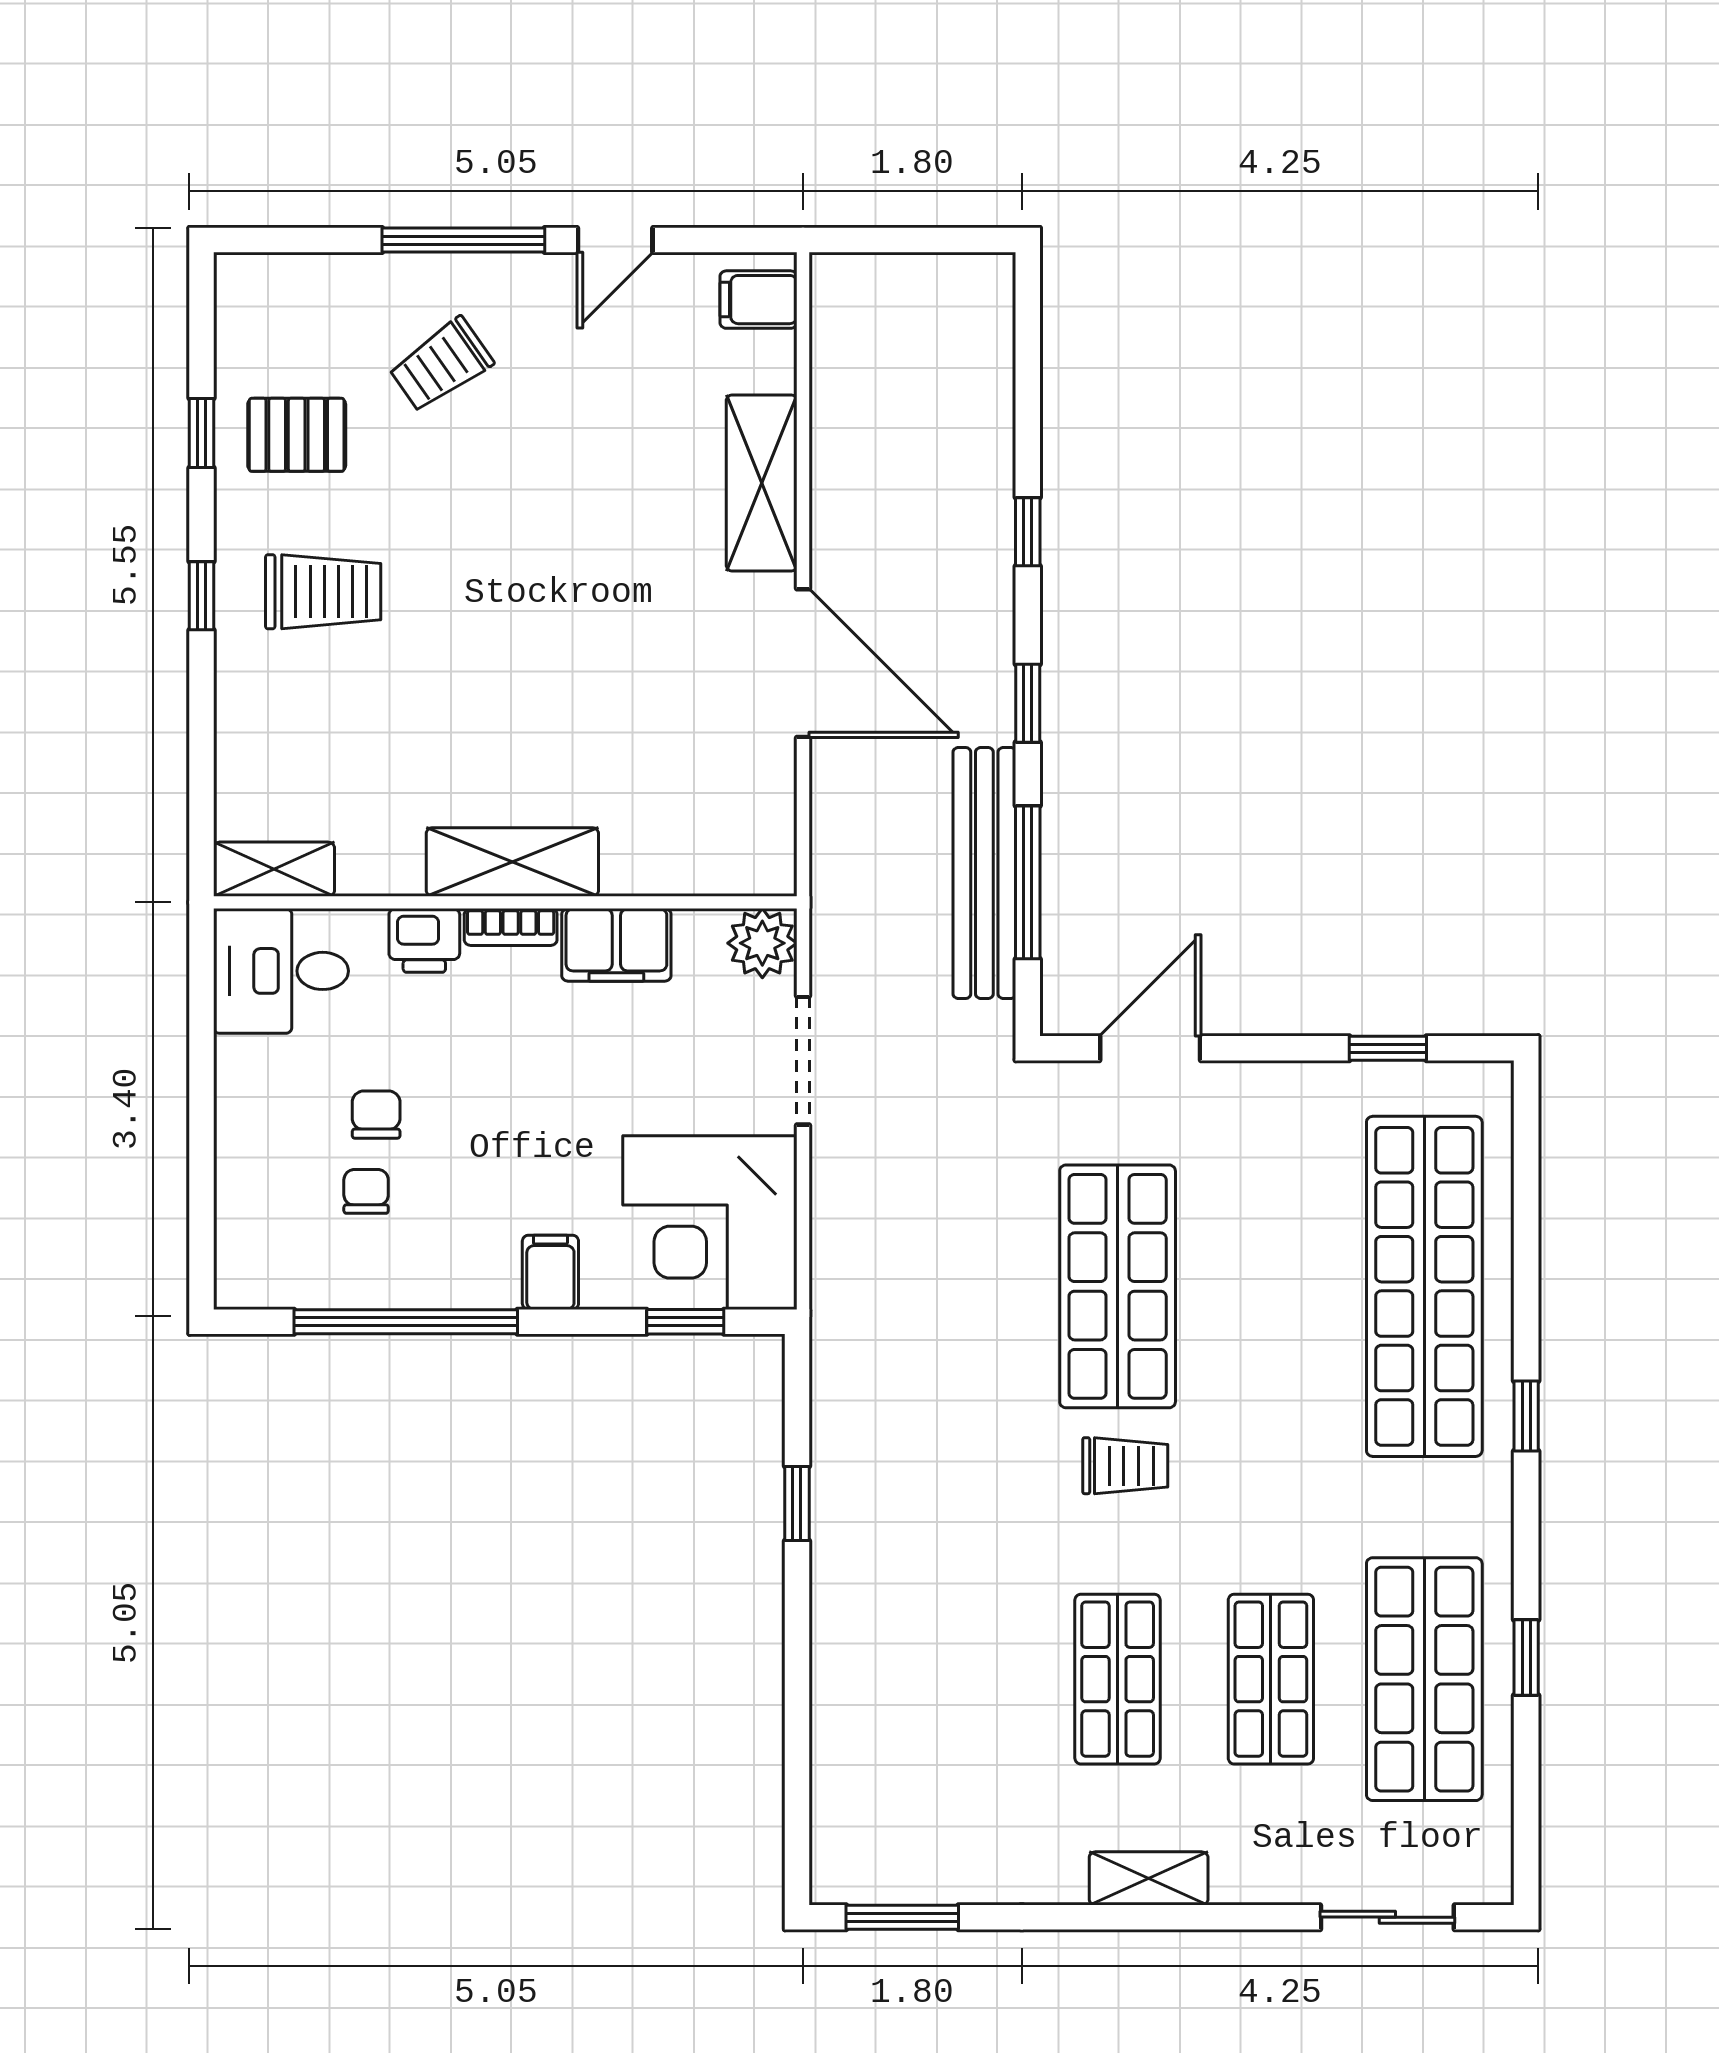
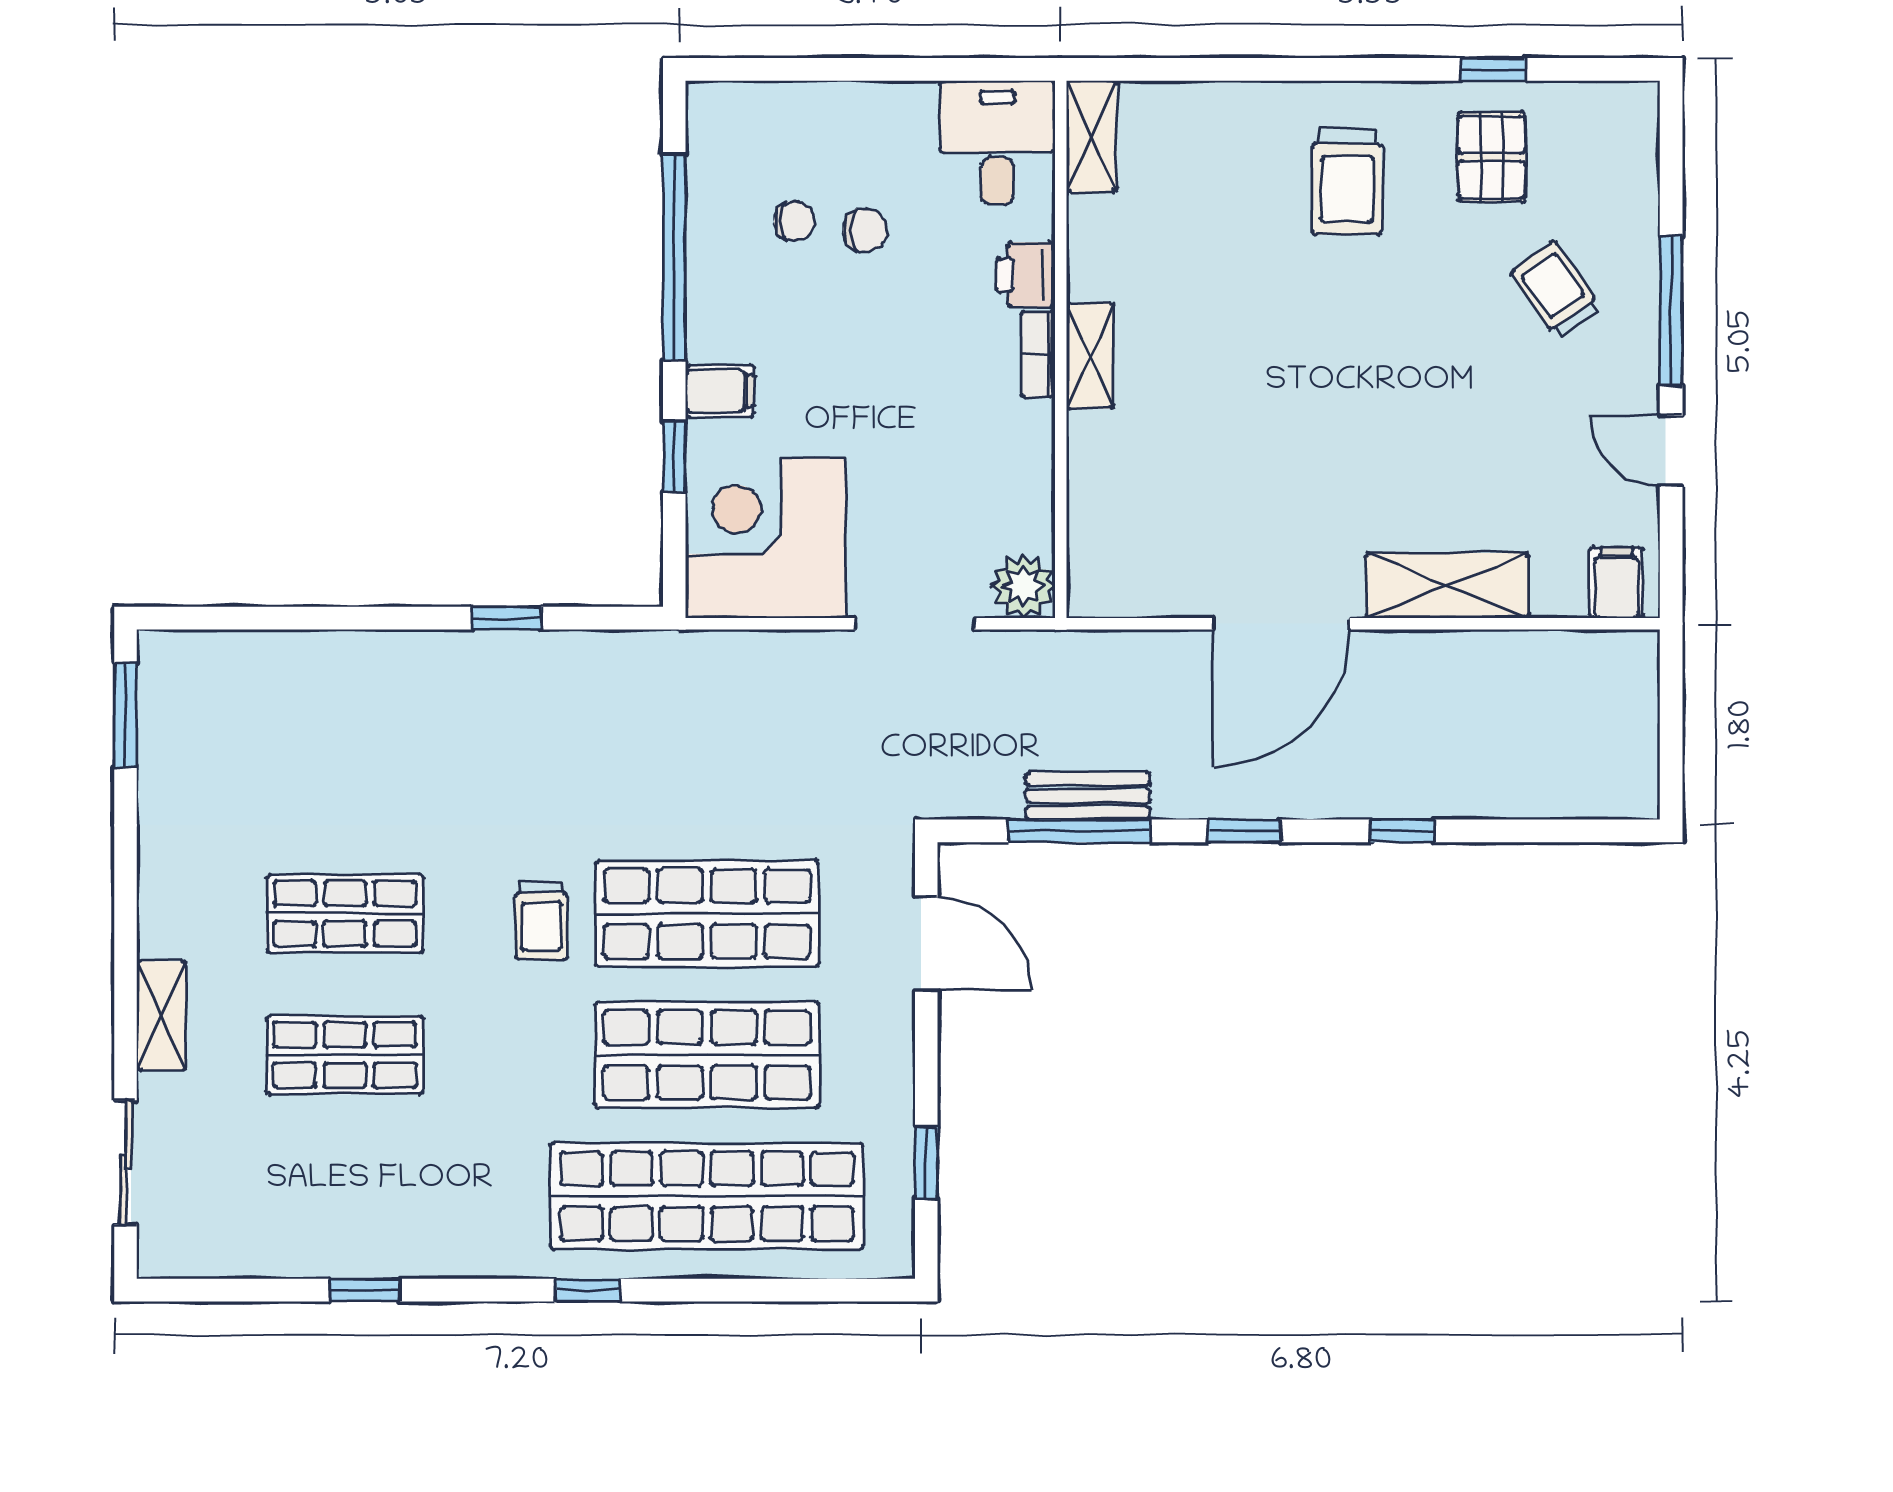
window: (201, 596) -> (1343, 69), removed
shelving: (512, 862) -> (1090, 356), width x0.67, depth x0.75
bench: (984, 873) -> (1088, 796), width x0.54, depth x0.82
filing cabinet: (616, 945) -> (1022, 452), removed
window: (685, 1322) -> (674, 457), moved
shop shelf: (1424, 1679) -> (707, 1055), moved
shelving: (1149, 1878) -> (161, 1016), moved

